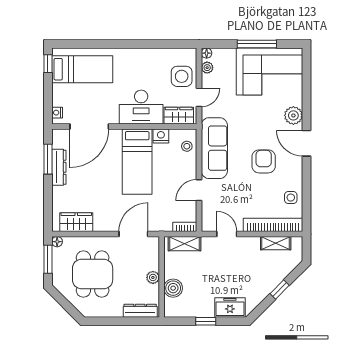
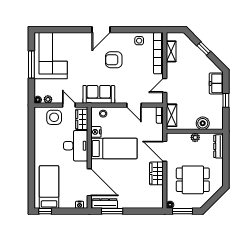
plant: (293, 115) -> (82, 39), removed
sofa: (214, 148) -> (99, 94), width x0.73
dresser: (59, 167) -> (105, 203), moved
wardrobe: (76, 222) -> (156, 173), moved

